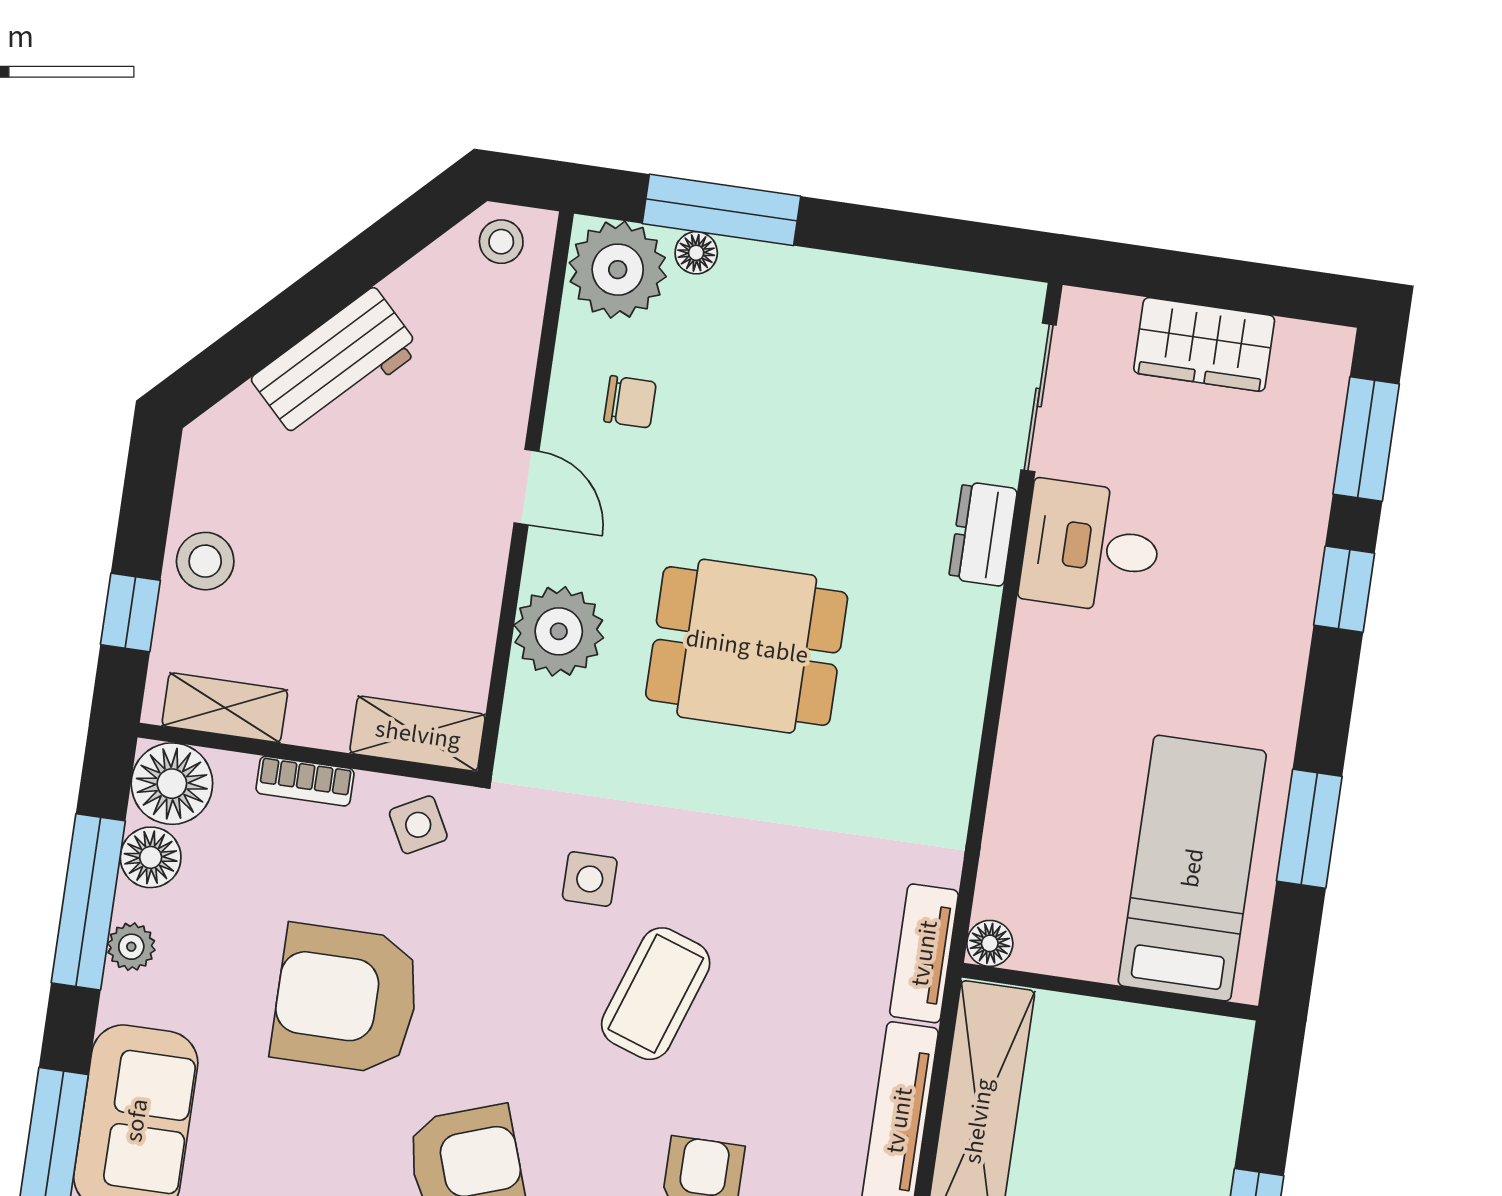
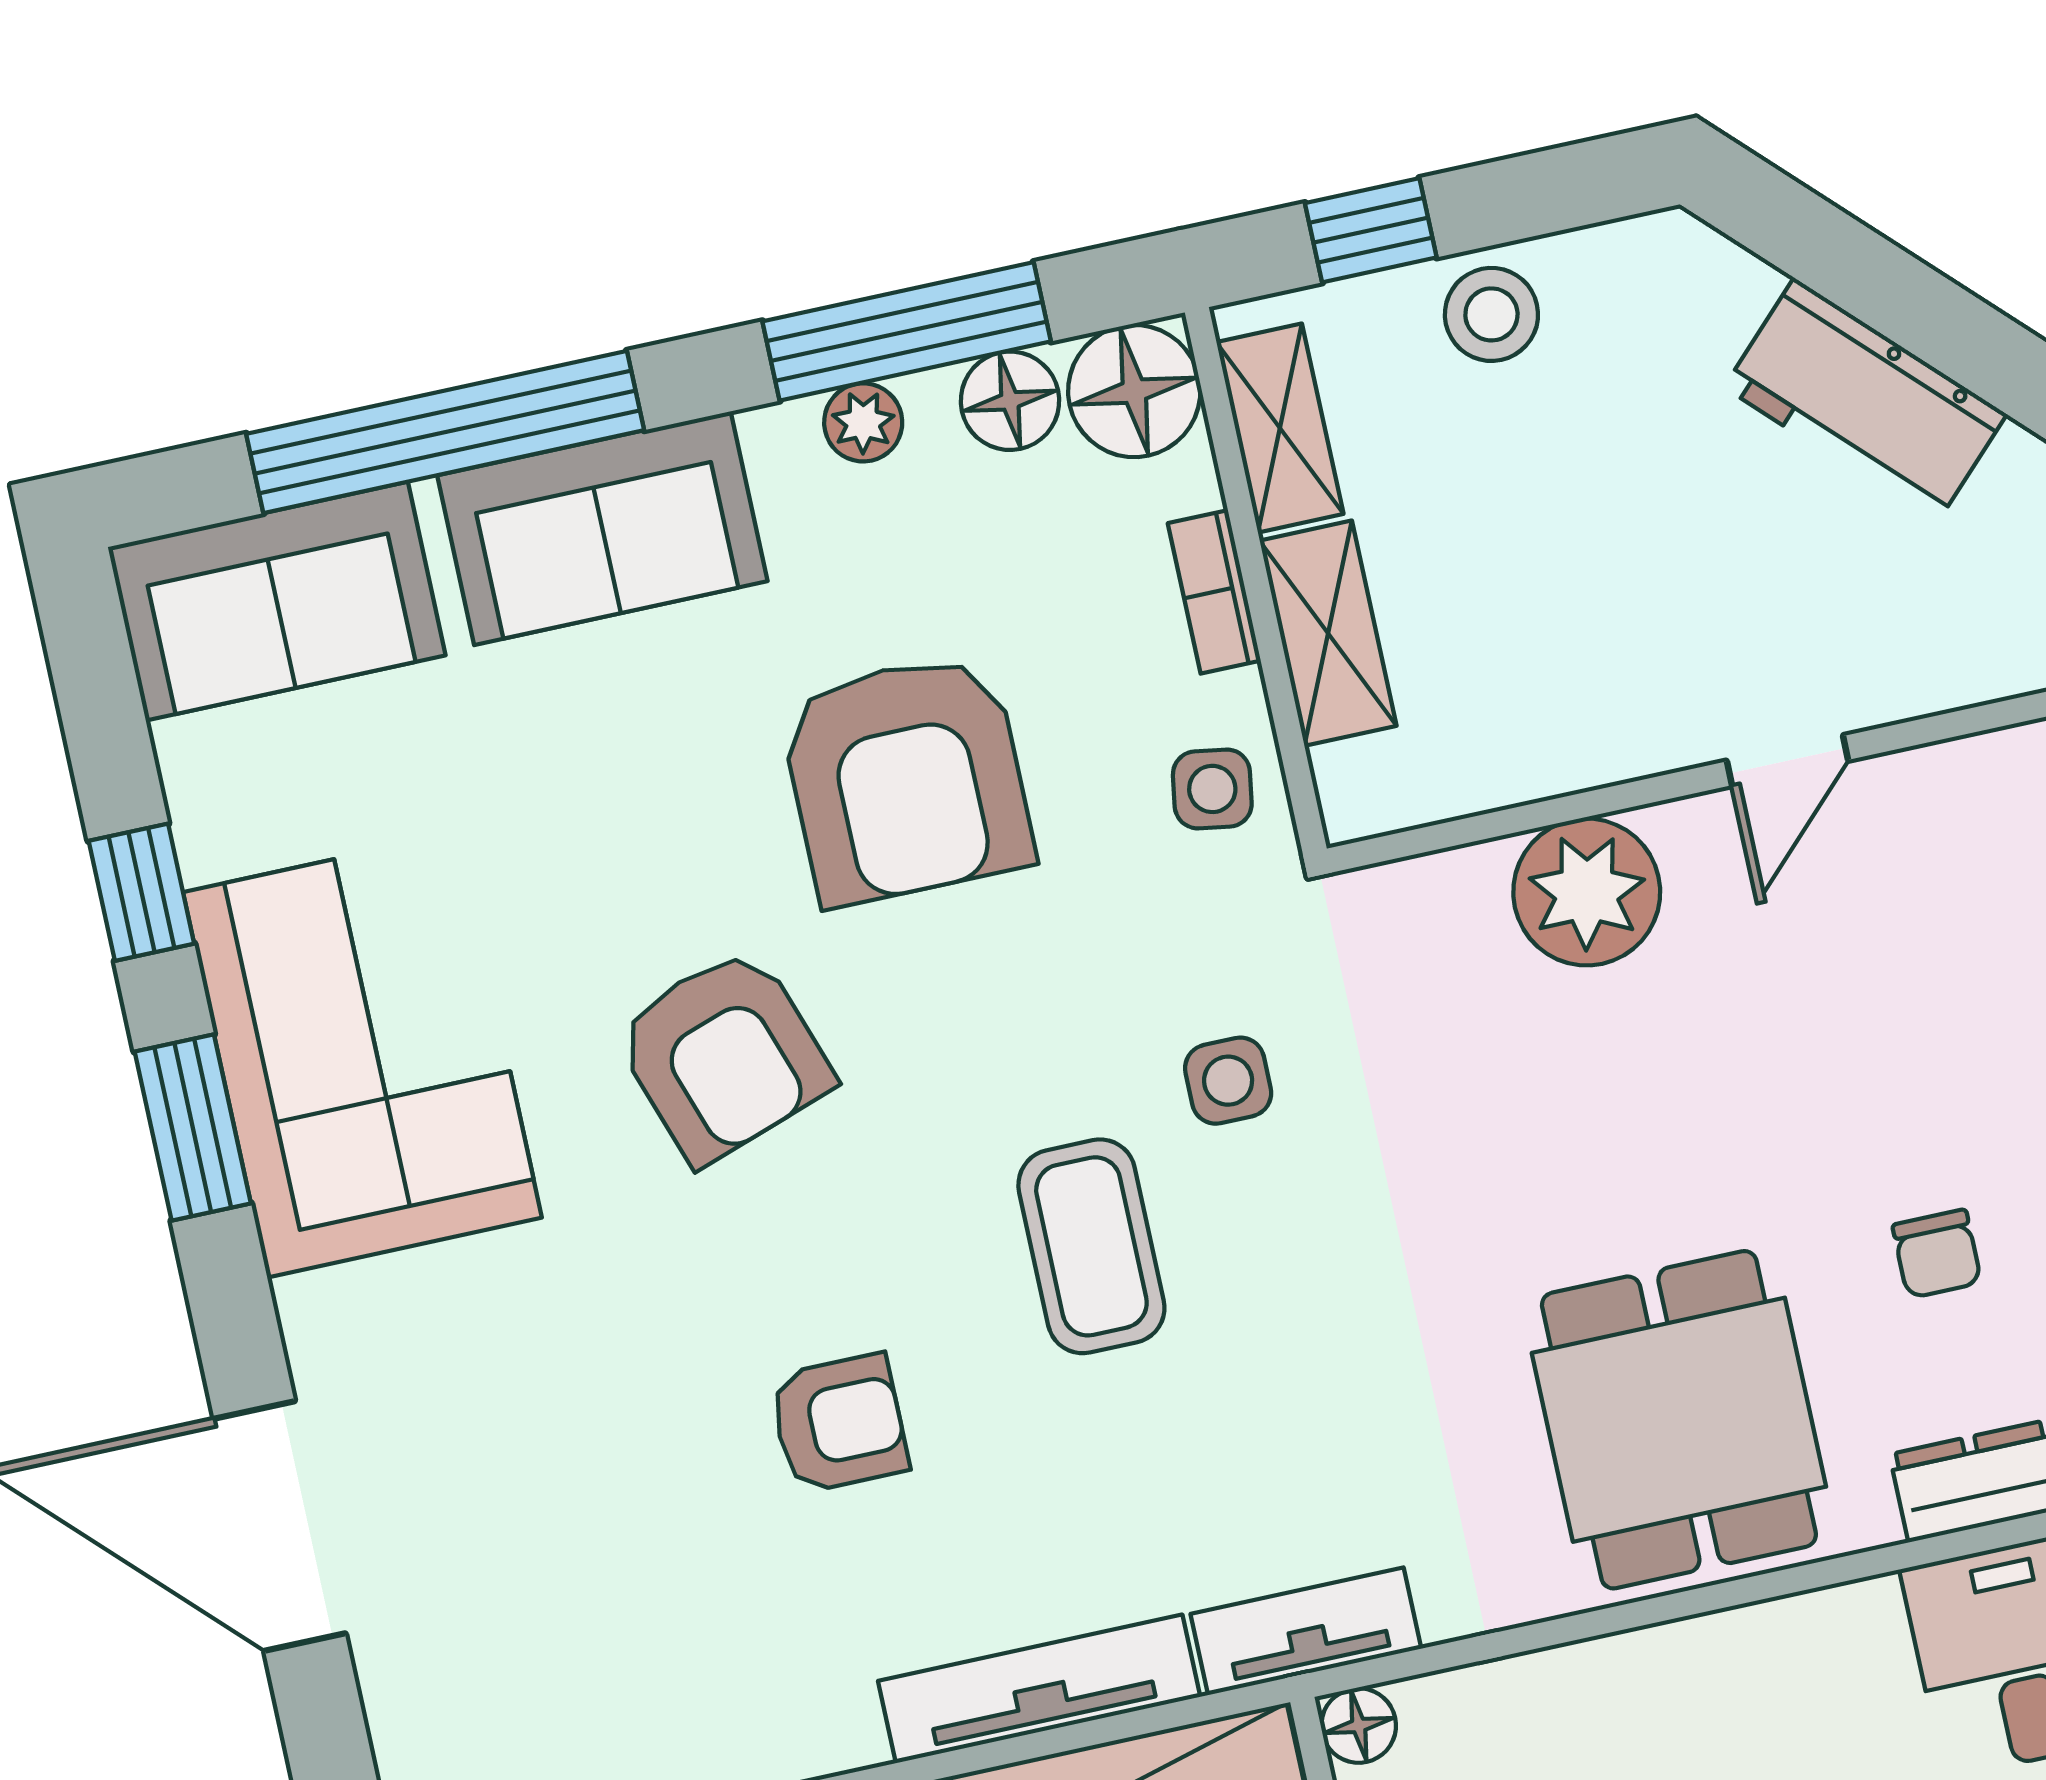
chair: (630, 402) -> (1937, 1254), moved
dining table: (747, 646) -> (1679, 1420), moved
shelving: (418, 734) -> (1328, 633), moved
side table: (418, 825) -> (1212, 789), turned 37
coffee table: (656, 994) -> (1091, 1246), turned 71
armchair: (346, 999) -> (906, 779), turned 180

